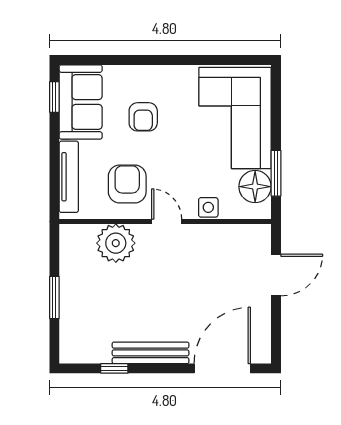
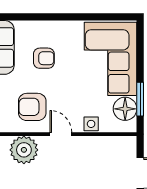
armchair: (143, 117) -> (44, 58), turned -90
armchair: (127, 184) -> (32, 107), turned -90

